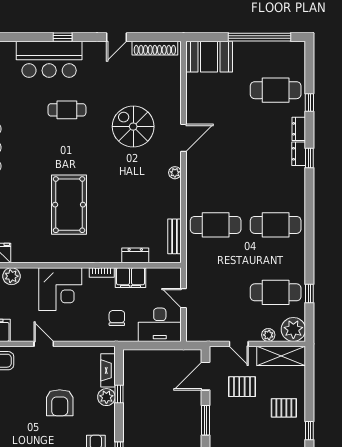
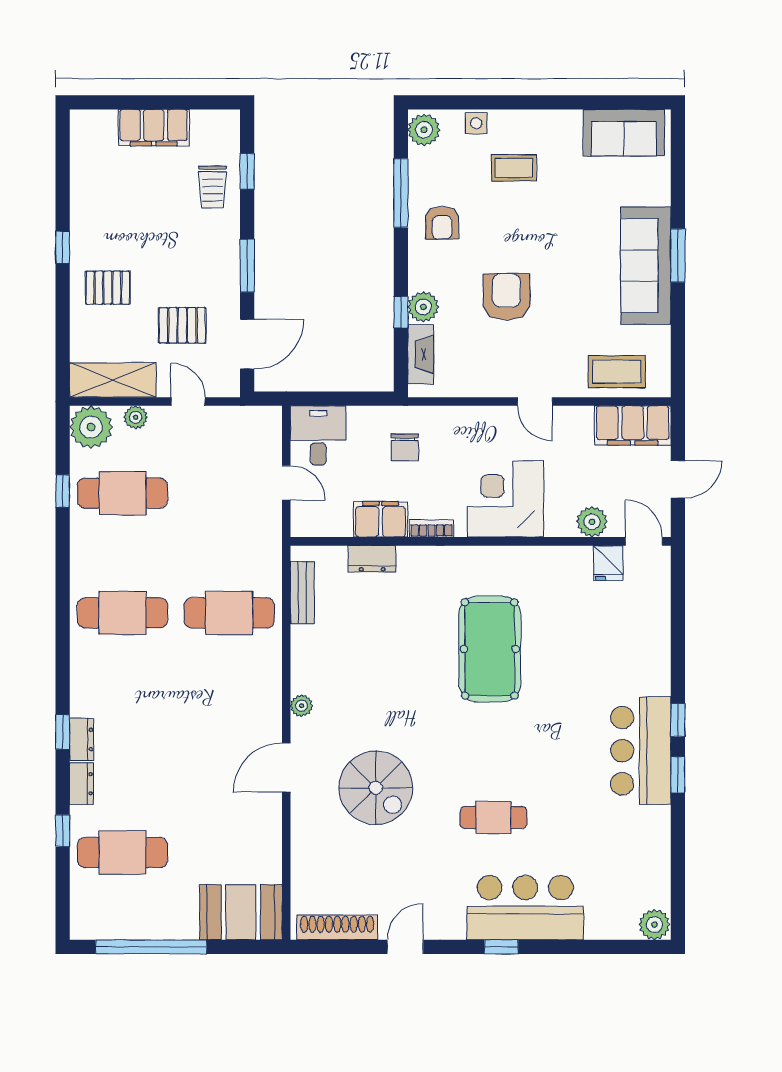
desk: (160, 325) -> (318, 435), width x0.73

